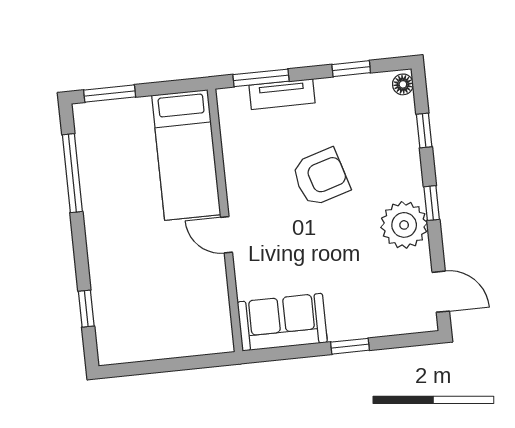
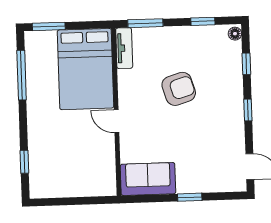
tv unit: (282, 94) -> (124, 48), moved, turned -90
bed: (186, 155) -> (86, 69), width x1.50
plant: (404, 225) -> (229, 123), removed

